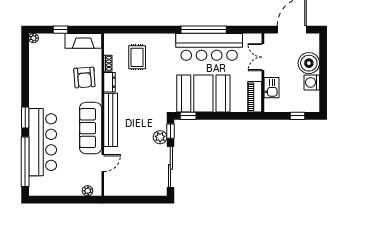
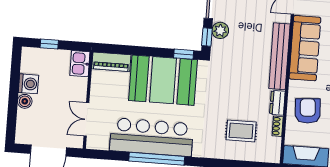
rug: (137, 57) -> (241, 131), turned 90
double door: (263, 57) -> (86, 119), swing flipped
boiler: (309, 63) -> (25, 101), width x0.54, depth x0.54
kitchen sink: (272, 88) -> (80, 64), moved
piano: (255, 97) -> (111, 62), moved, turned 90

